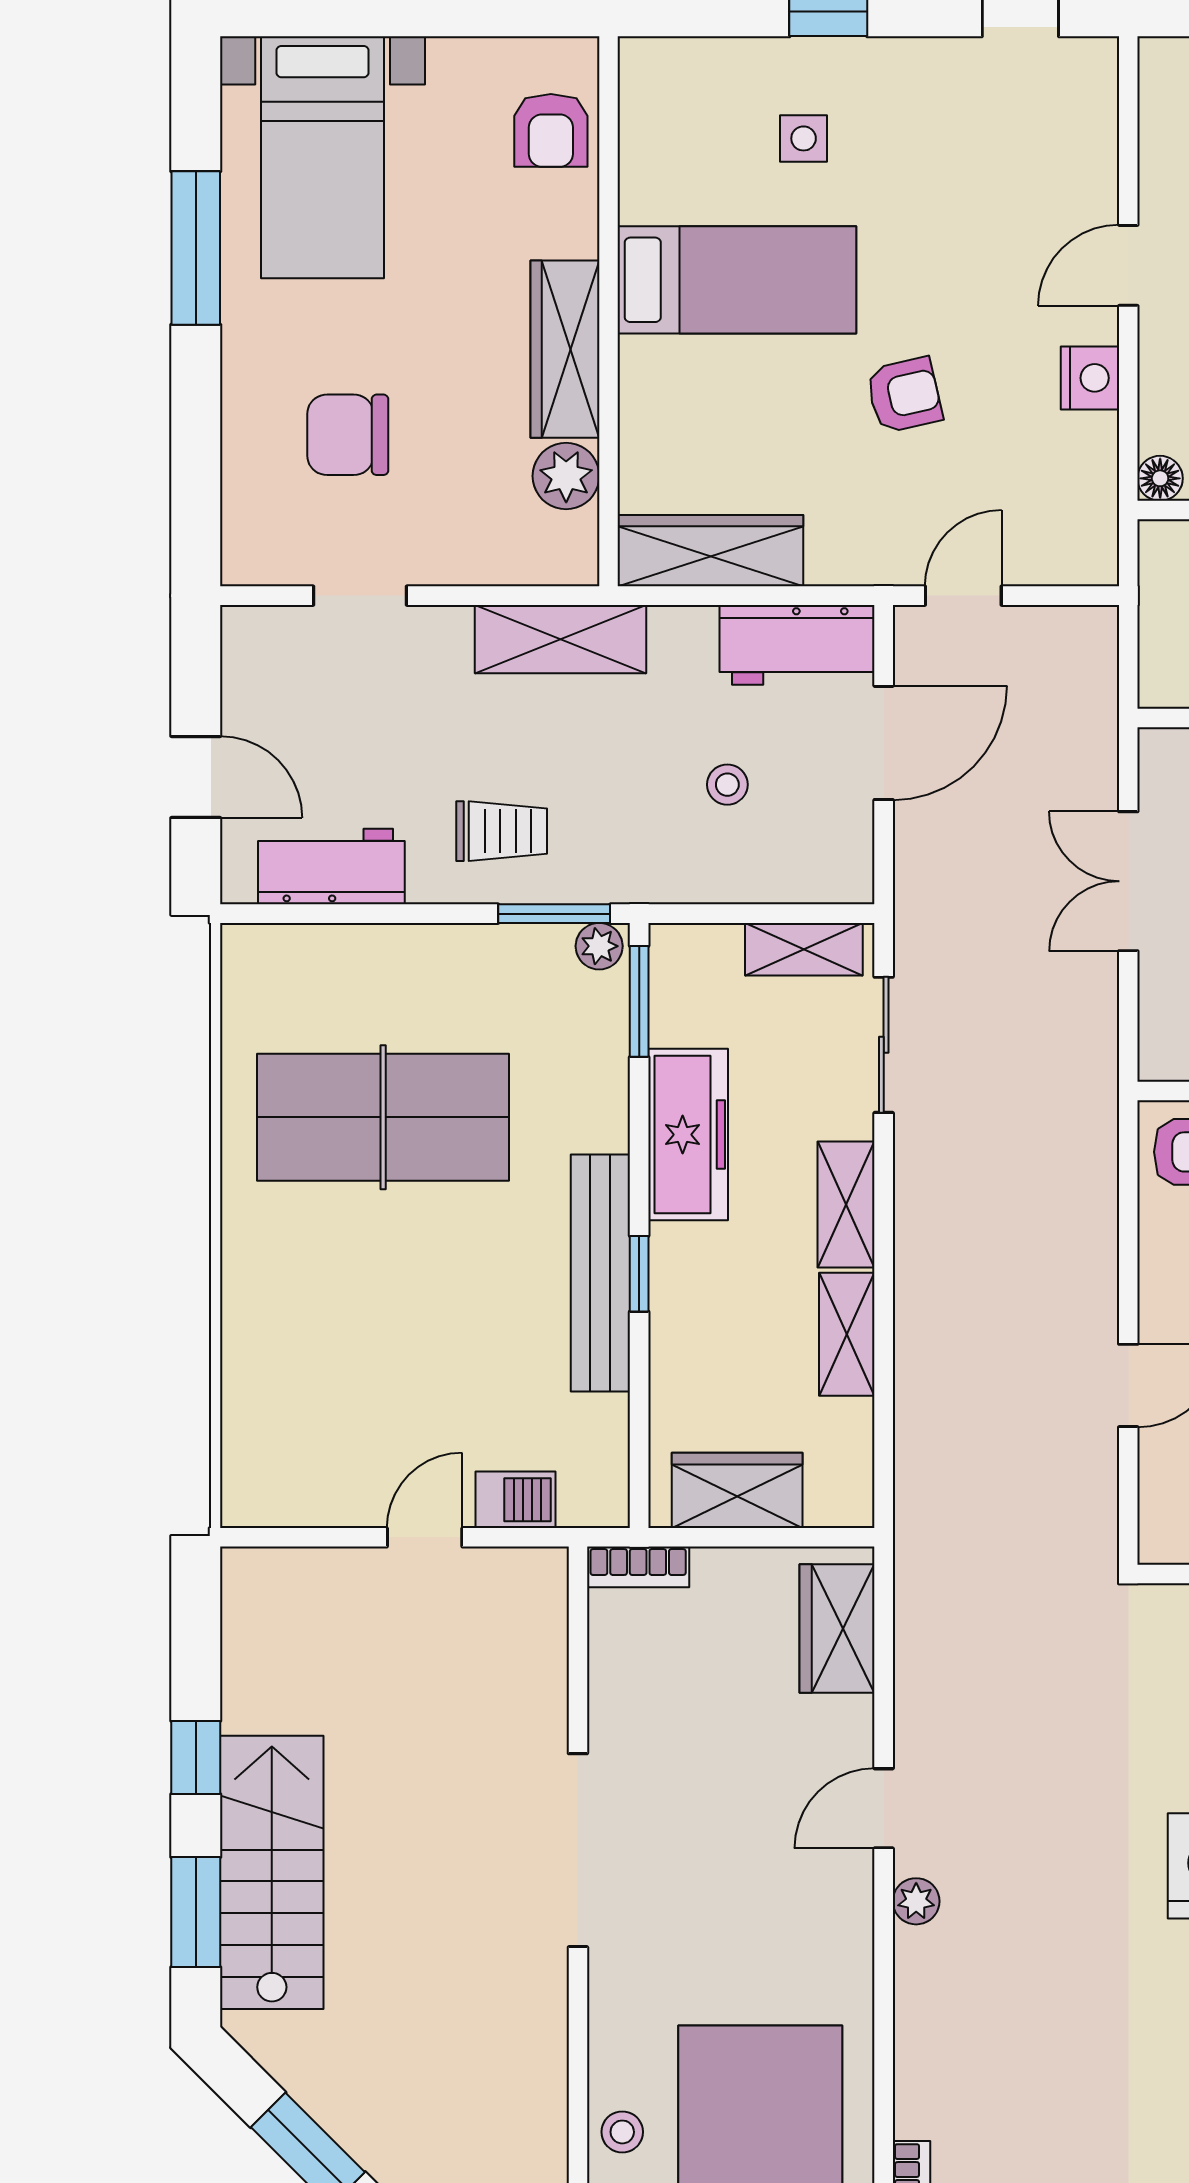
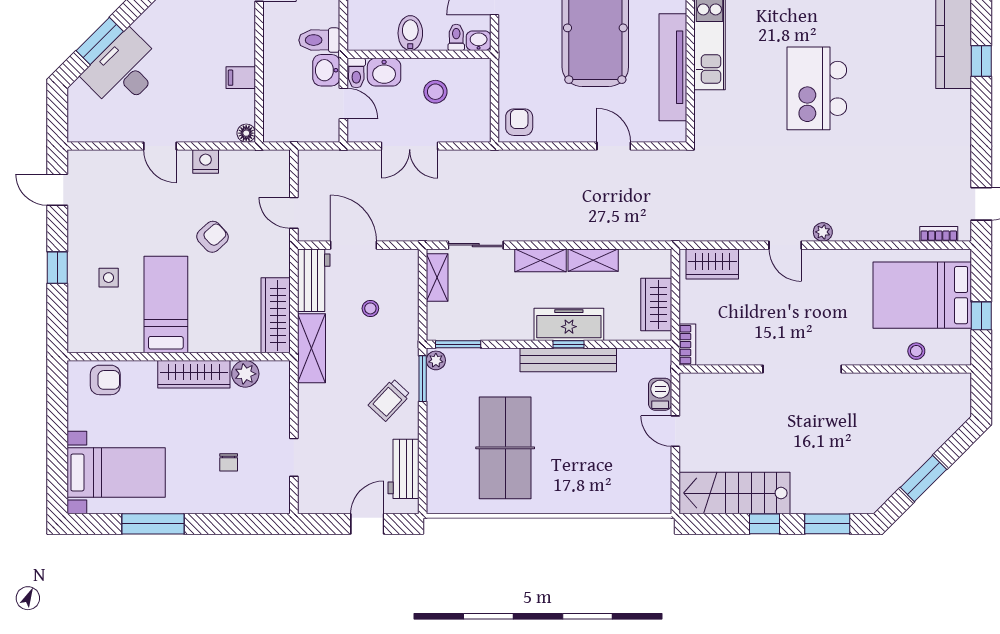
armchair: (904, 395) -> (213, 237), turned 61
chair: (348, 435) -> (229, 462), width x0.54, depth x0.54
shelving: (561, 639) -> (311, 348), moved
trolley: (502, 831) -> (389, 400), turned -137
freezer: (688, 1135) -> (569, 324), moved
stairs: (272, 1872) -> (734, 493), moved

